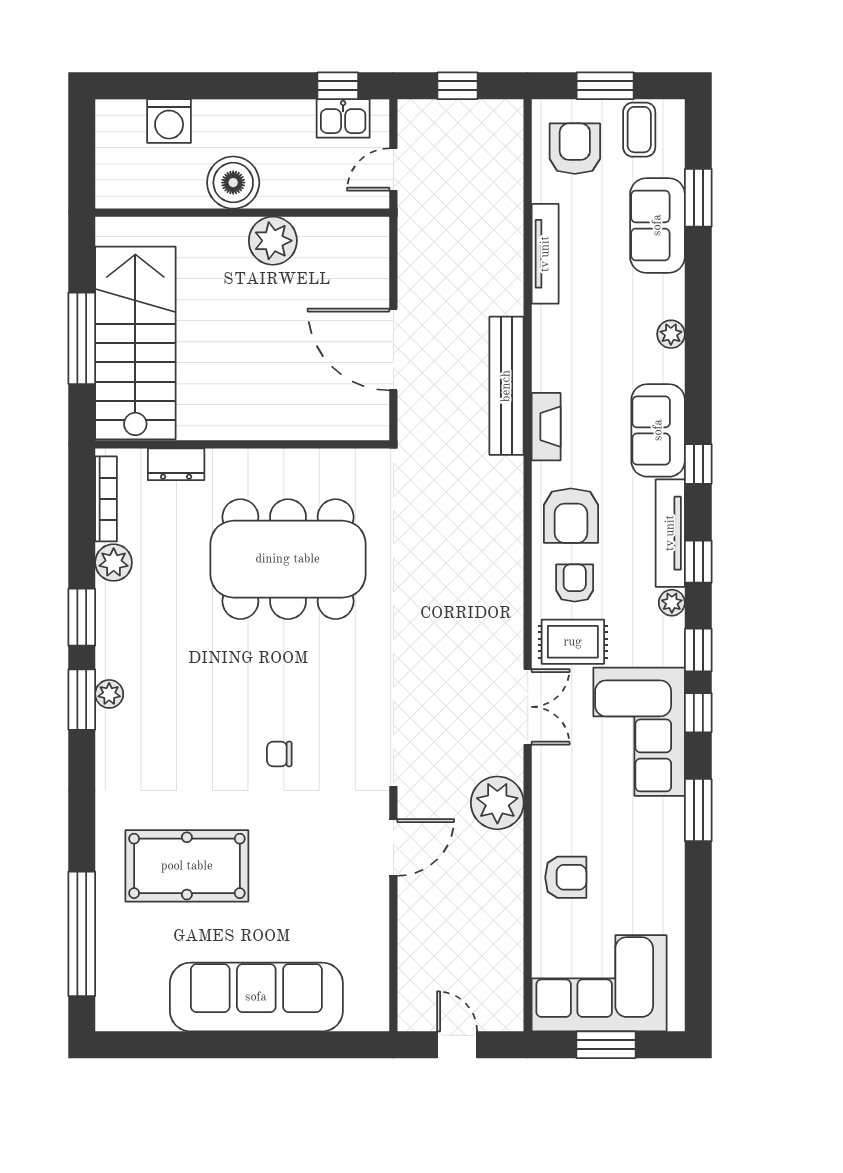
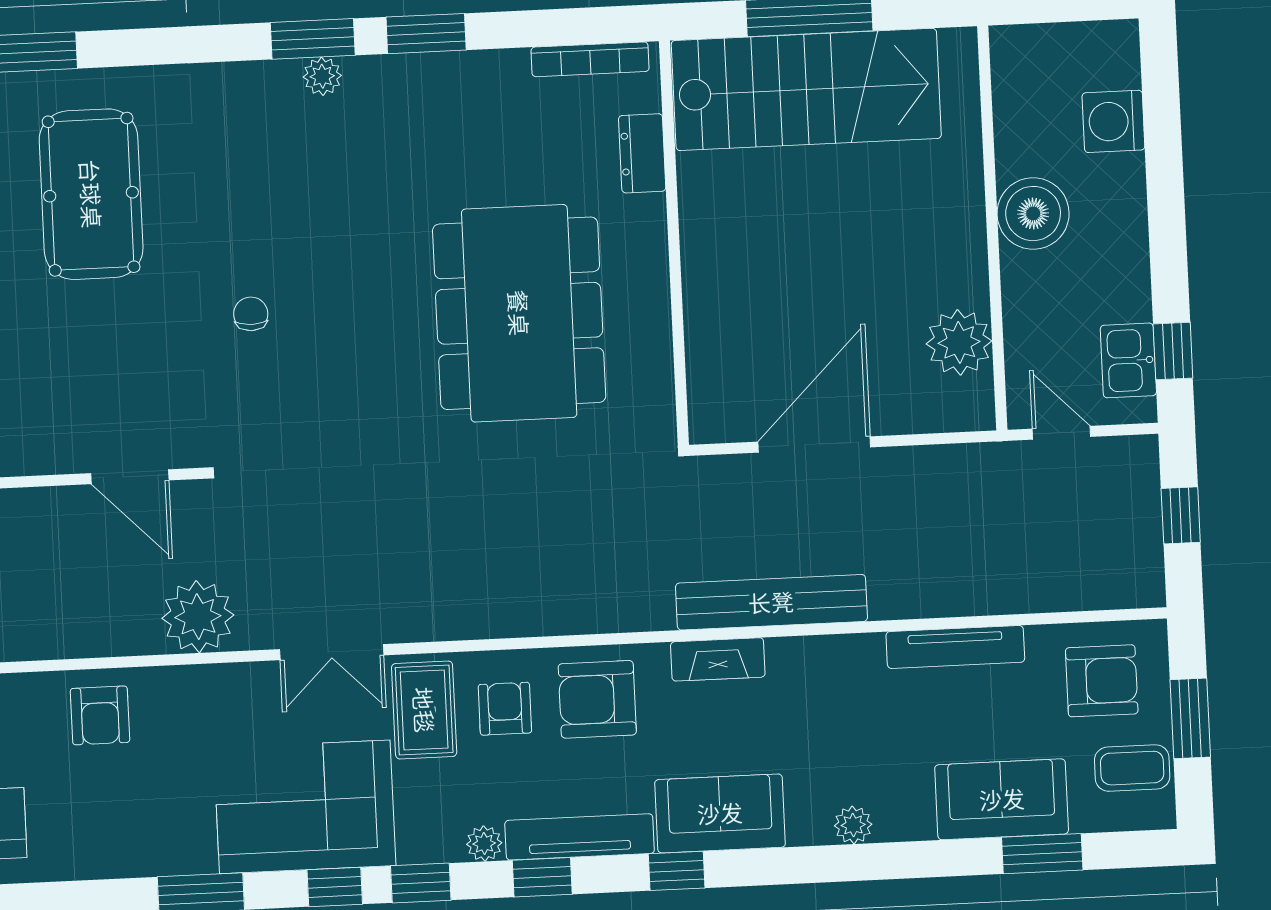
plant: (273, 241) -> (959, 342), moved
plant: (114, 563) -> (503, 74), removed
armchair: (575, 583) -> (505, 709), turned -90

